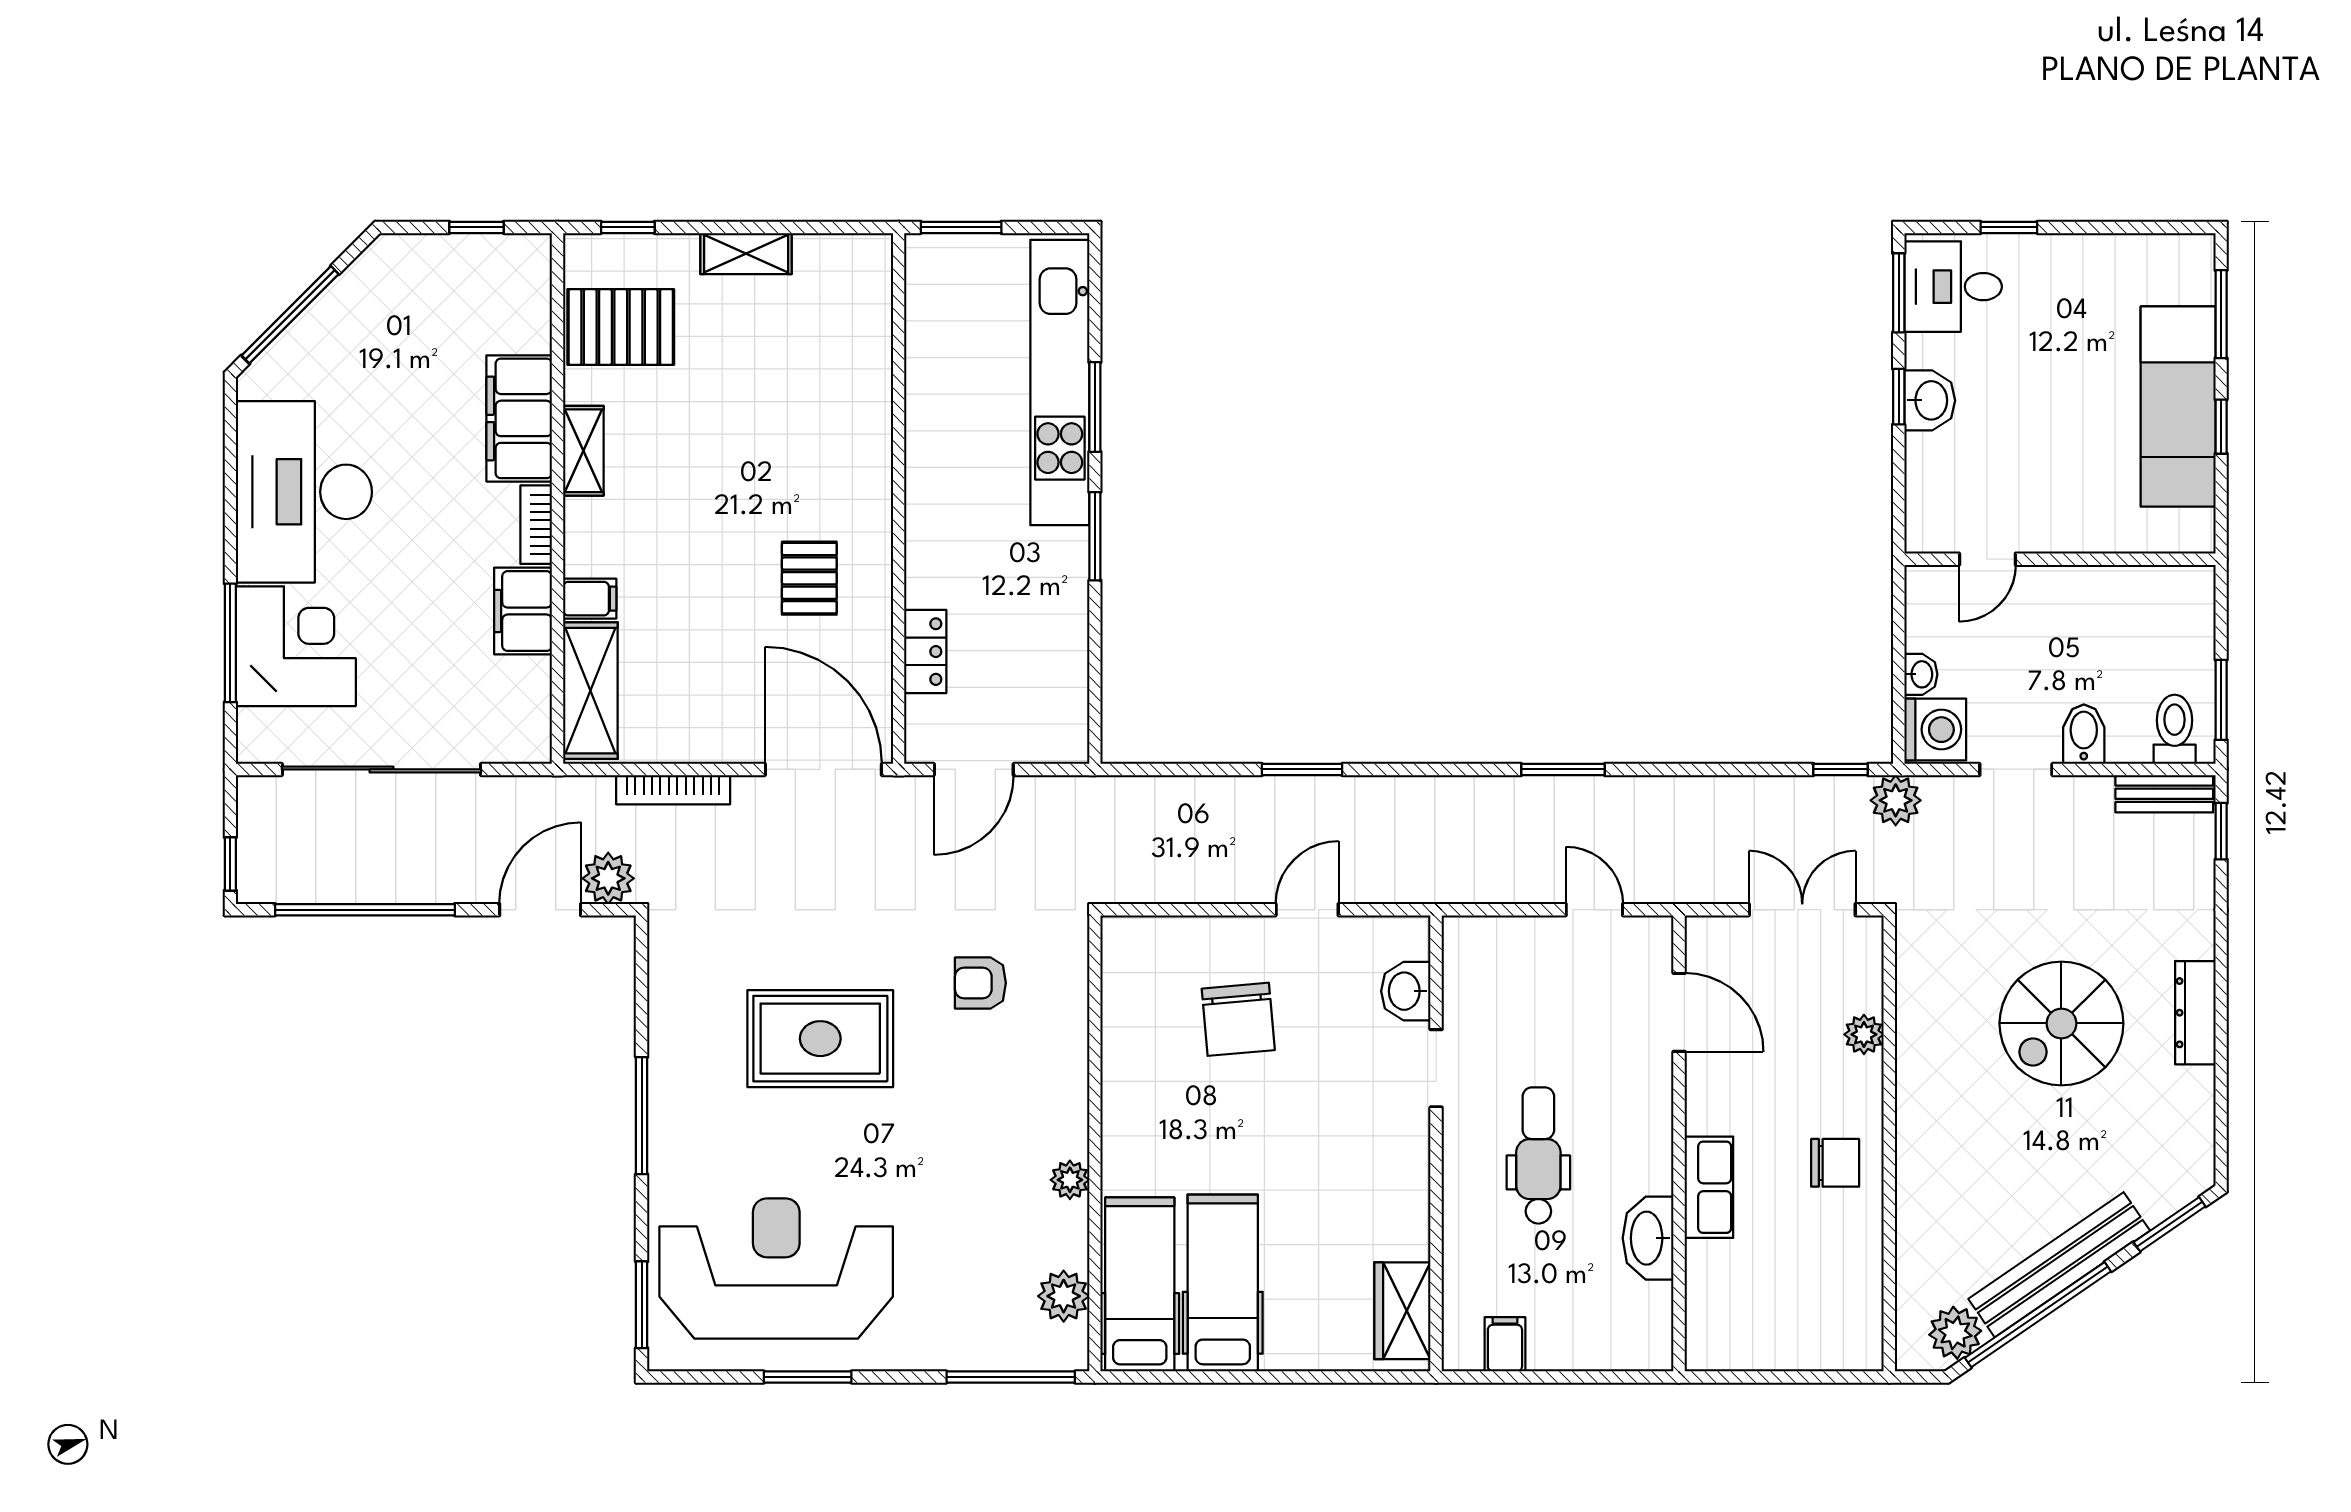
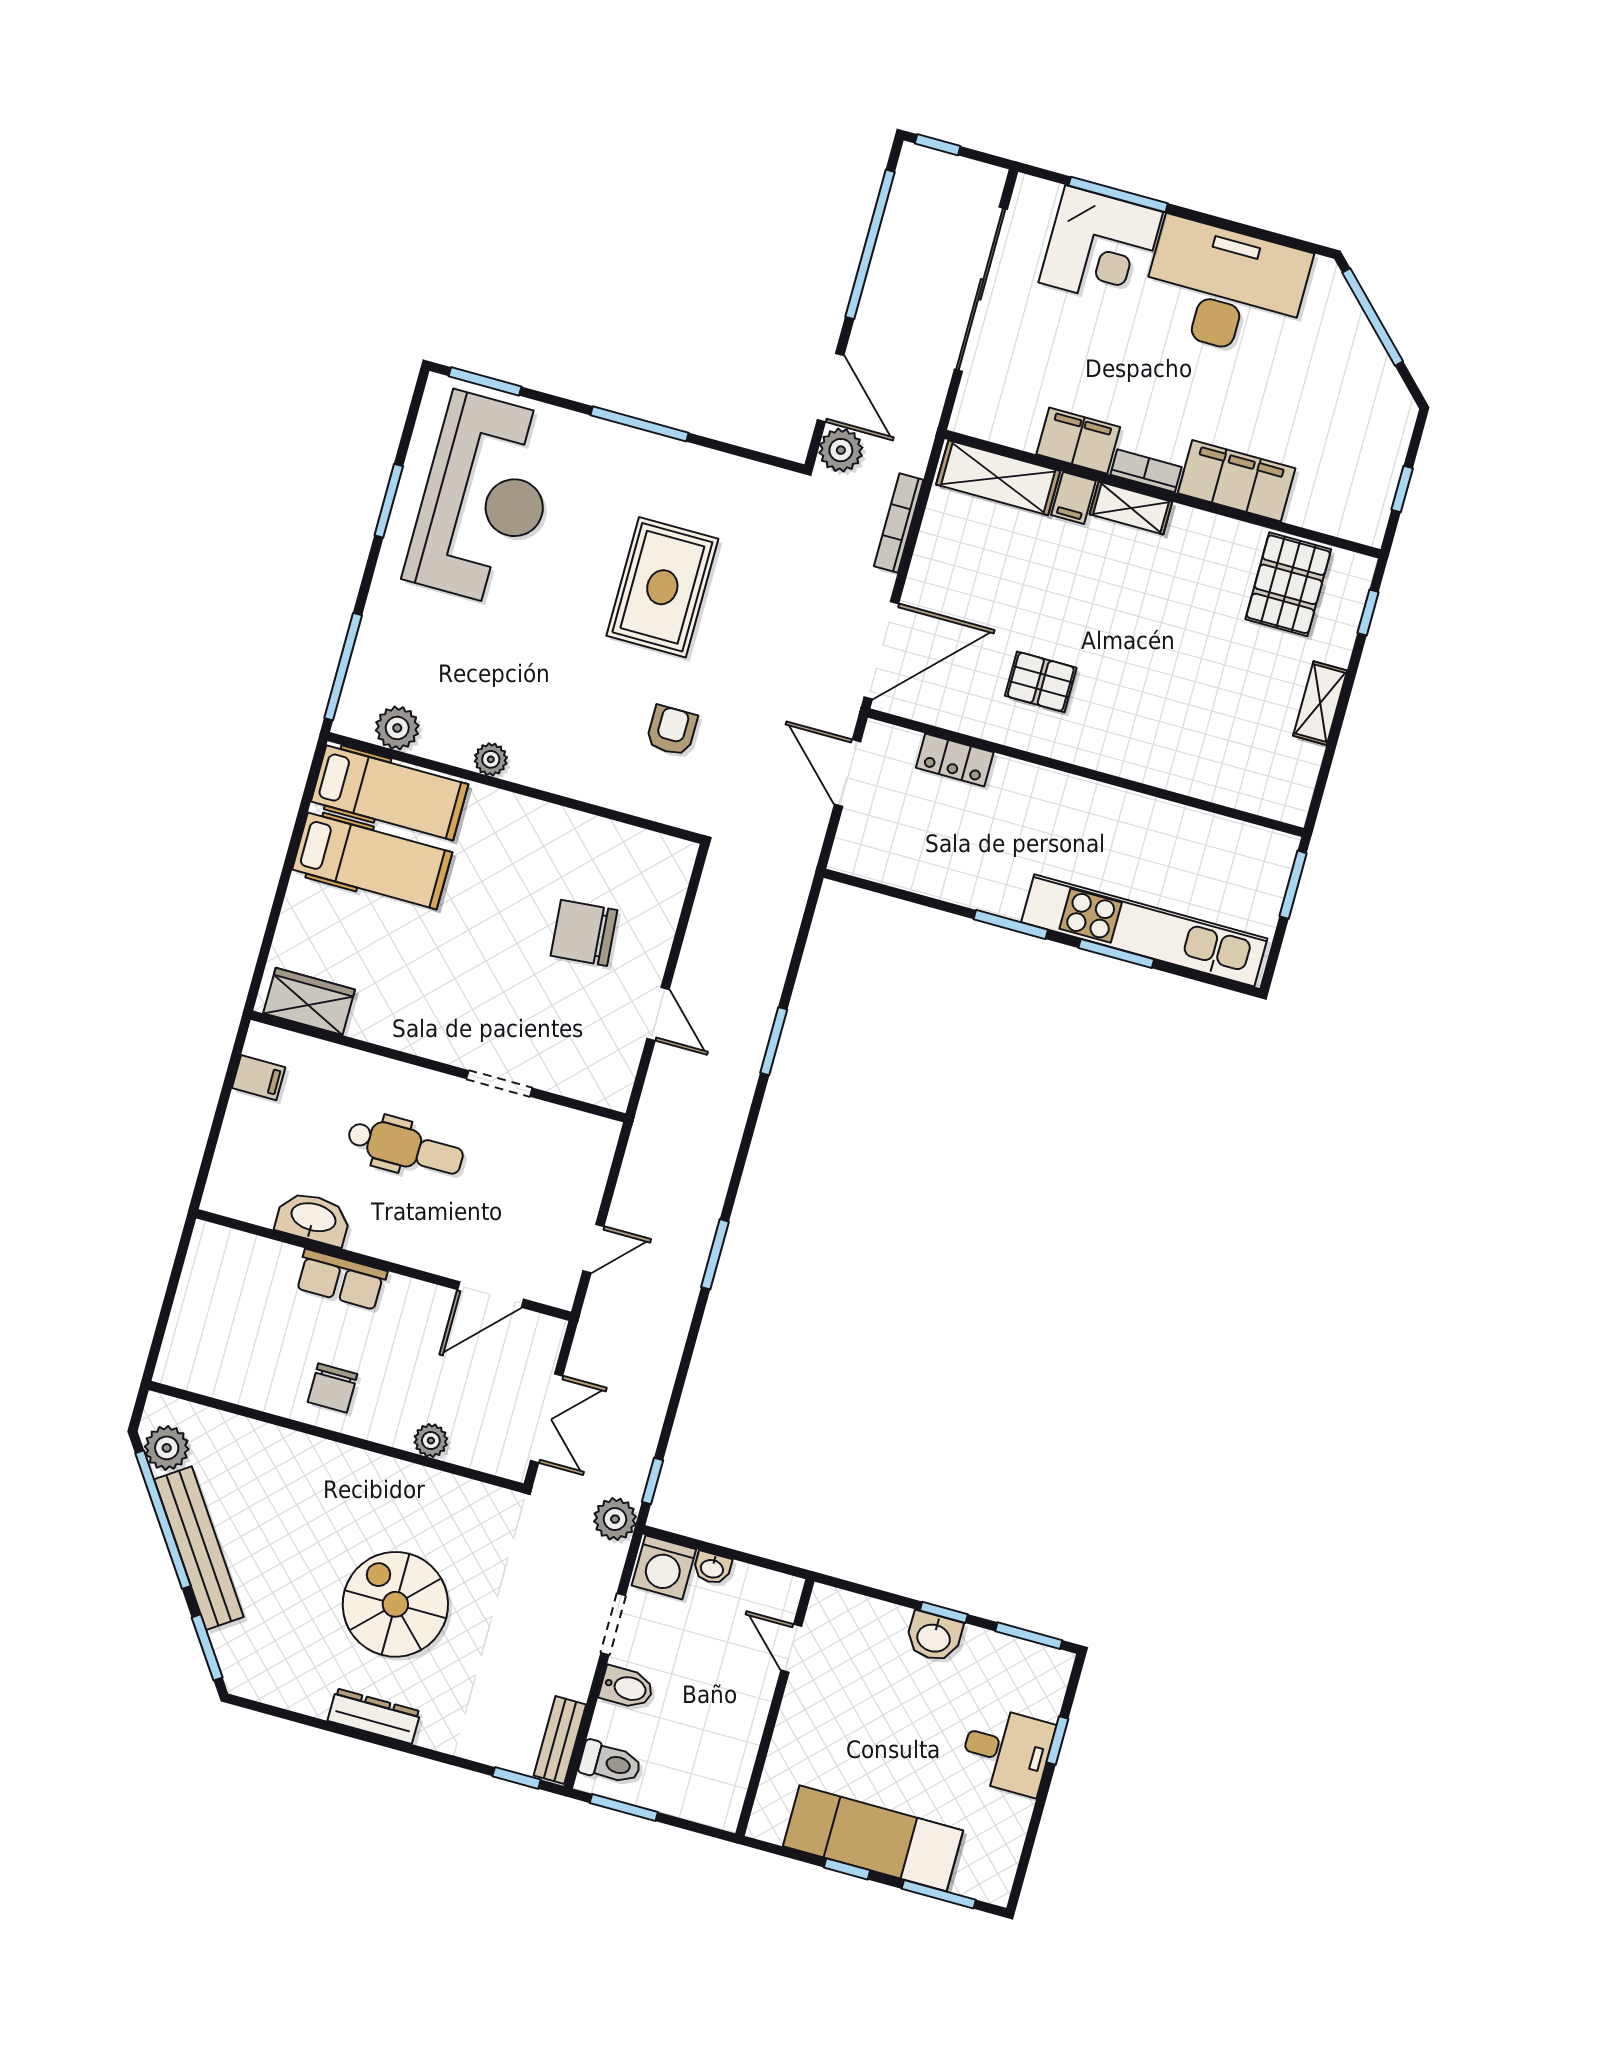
desk: (1953, 287) -> (1007, 1751), moved, turned 90
shelving: (583, 451) -> (1131, 508), moved
washbasin: (1406, 991) -> (569, 1076), removed

